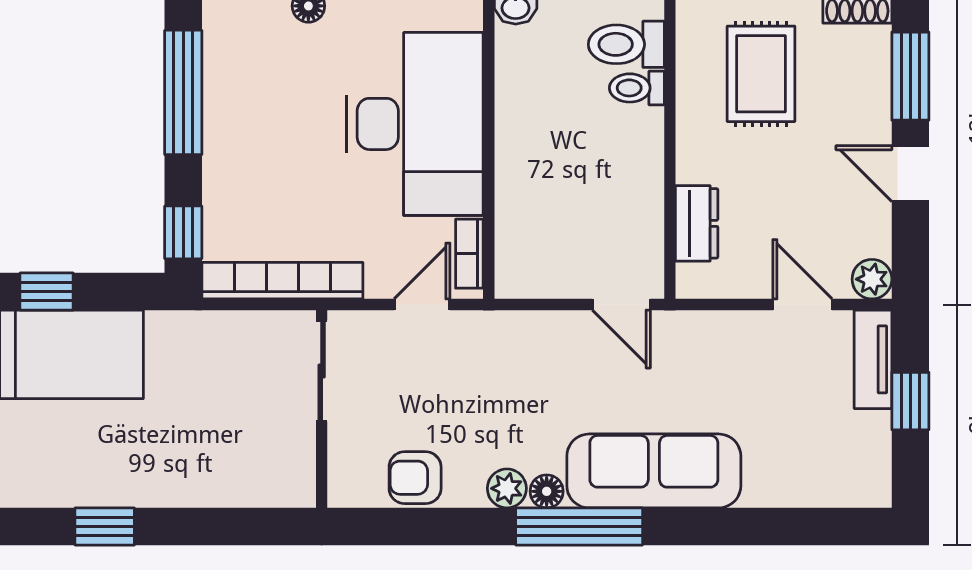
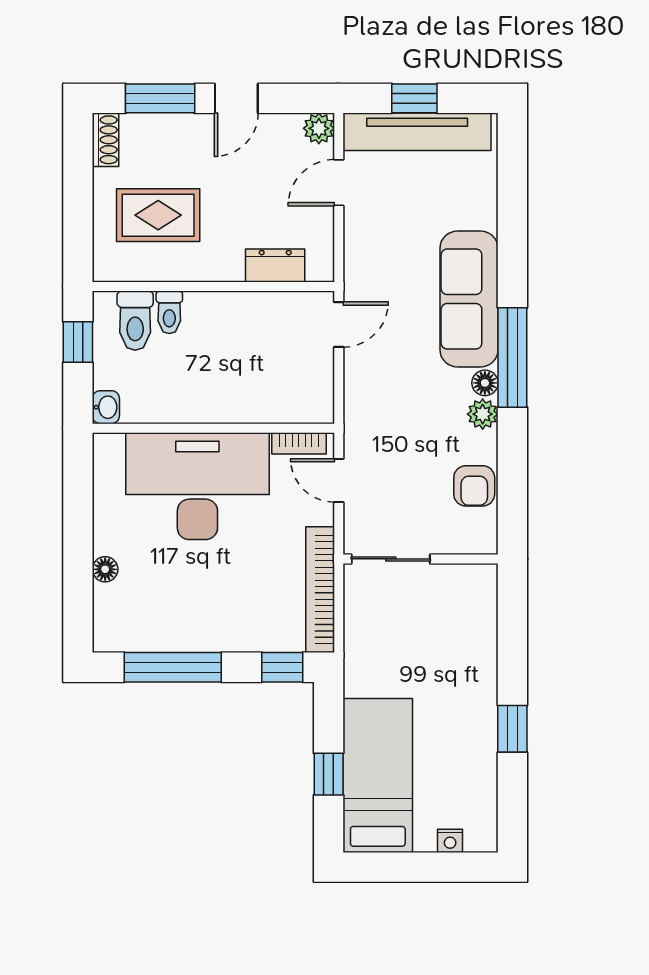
tv unit: (873, 359) -> (417, 132), width x1.92, depth x1.29

